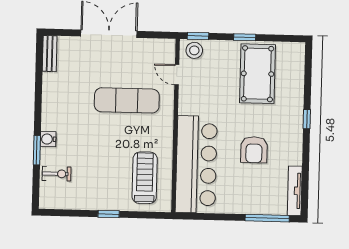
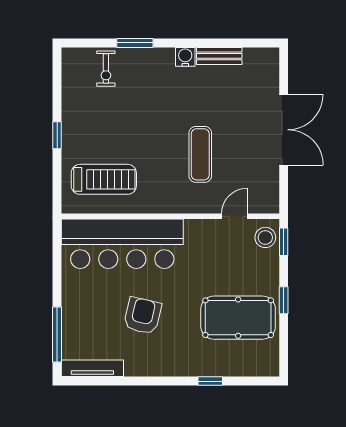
bench: (50, 54) -> (219, 56), moved
exercise mat: (127, 100) -> (200, 154), width x0.73, depth x0.69
window: (307, 119) -> (210, 381), moved
water cooler: (48, 139) -> (185, 57), moved
armchair: (254, 150) -> (143, 316), turned 103

